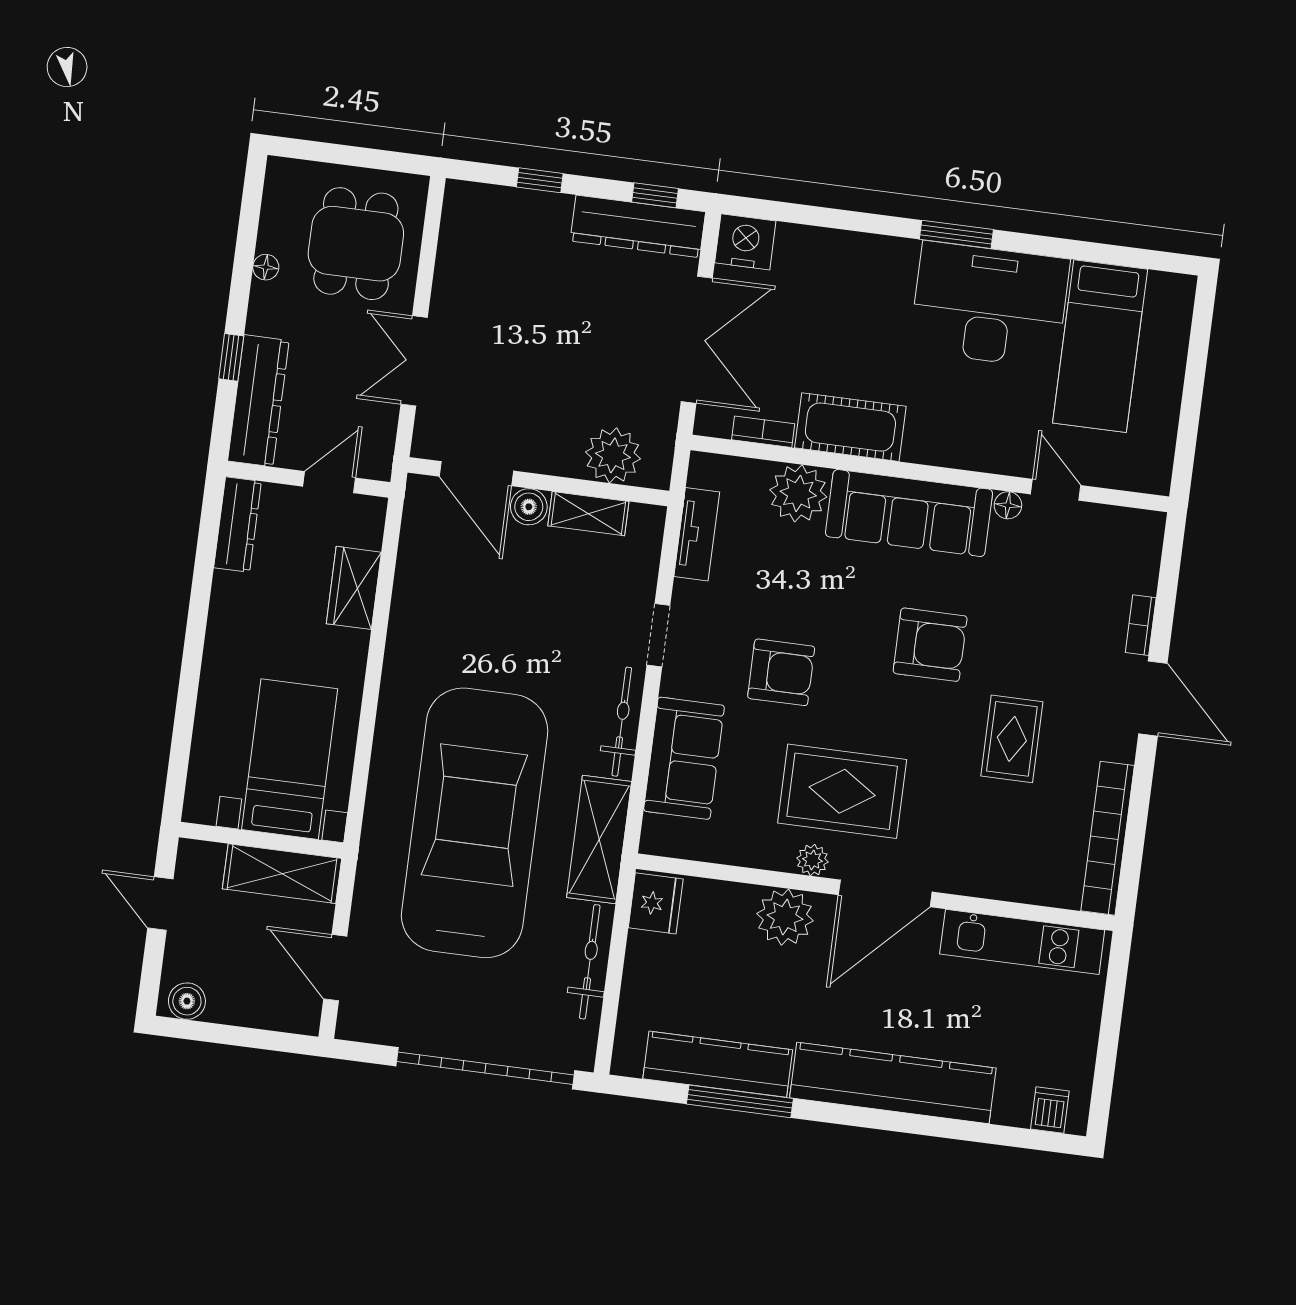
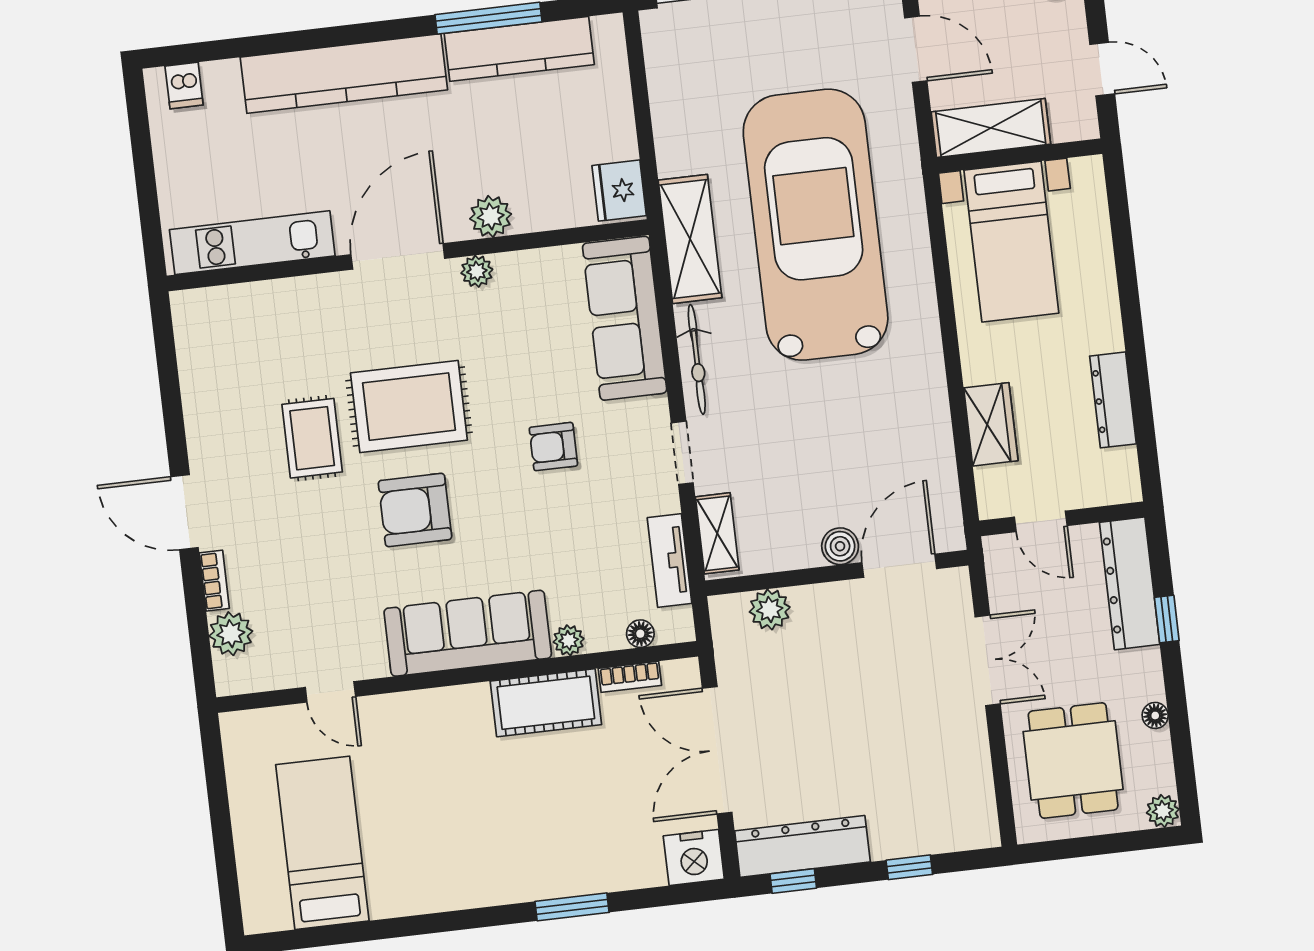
plant: (282, 173) -> (1163, 811), added
window: (956, 234) -> (572, 907), moved
desk: (990, 305) -> (440, 856), removed
plant: (613, 455) -> (770, 609), width x0.73, depth x0.73
door: (476, 474) -> (899, 566), hinge flipped
door: (329, 482) -> (1041, 521), hinge flipped
plant: (798, 493) -> (569, 640), width x0.53, depth x0.53
floor lamp: (1008, 505) -> (640, 634), moved
shelving: (588, 514) -> (717, 533), moved, turned 90
dresser: (238, 525) -> (1113, 400), moved
plant: (1138, 570) -> (231, 634), added
armchair: (781, 672) -> (553, 447), width x0.72, depth x0.72
sofa: (684, 758) -> (625, 318), width x1.36
rug: (842, 791) -> (409, 407), moved
car: (475, 823) -> (816, 225), turned 180
bookcase: (1108, 838) -> (194, 365), removed
plant: (785, 917) -> (491, 216), width x0.73, depth x0.73
bicycle: (590, 962) -> (669, 117), removed

